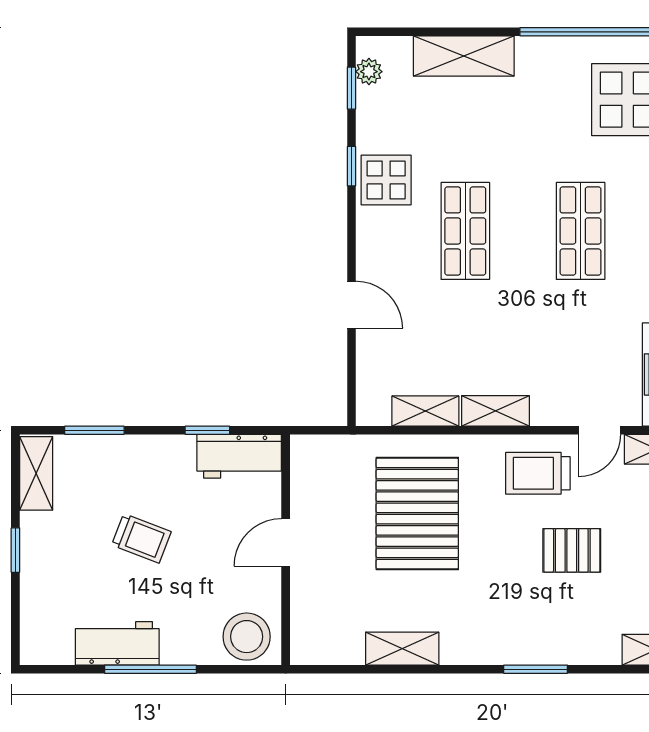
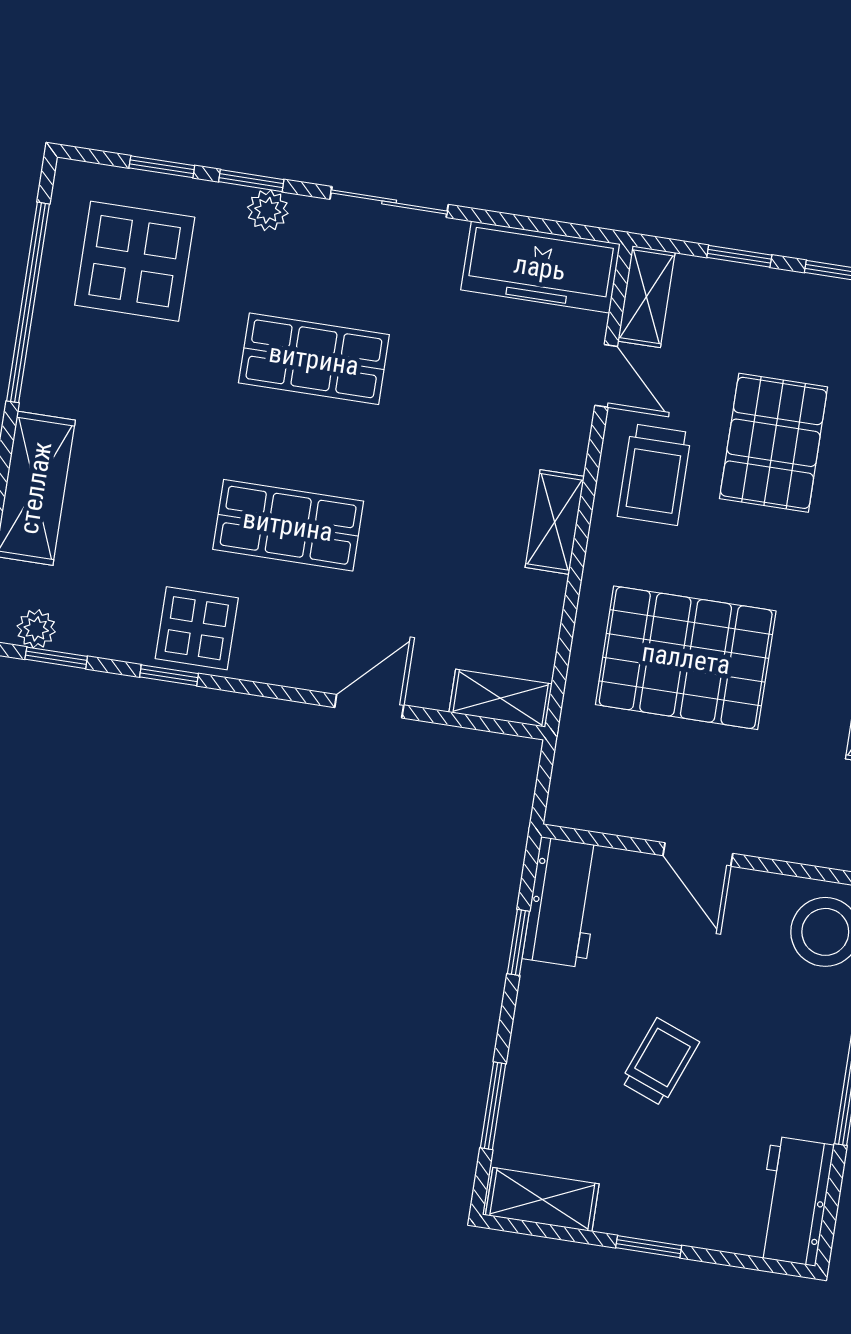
shelving: (425, 411) -> (501, 698), moved, turned 90
pallet: (572, 550) -> (774, 443), width x1.50, depth x1.42
workbench: (117, 643) -> (794, 1201), moved

